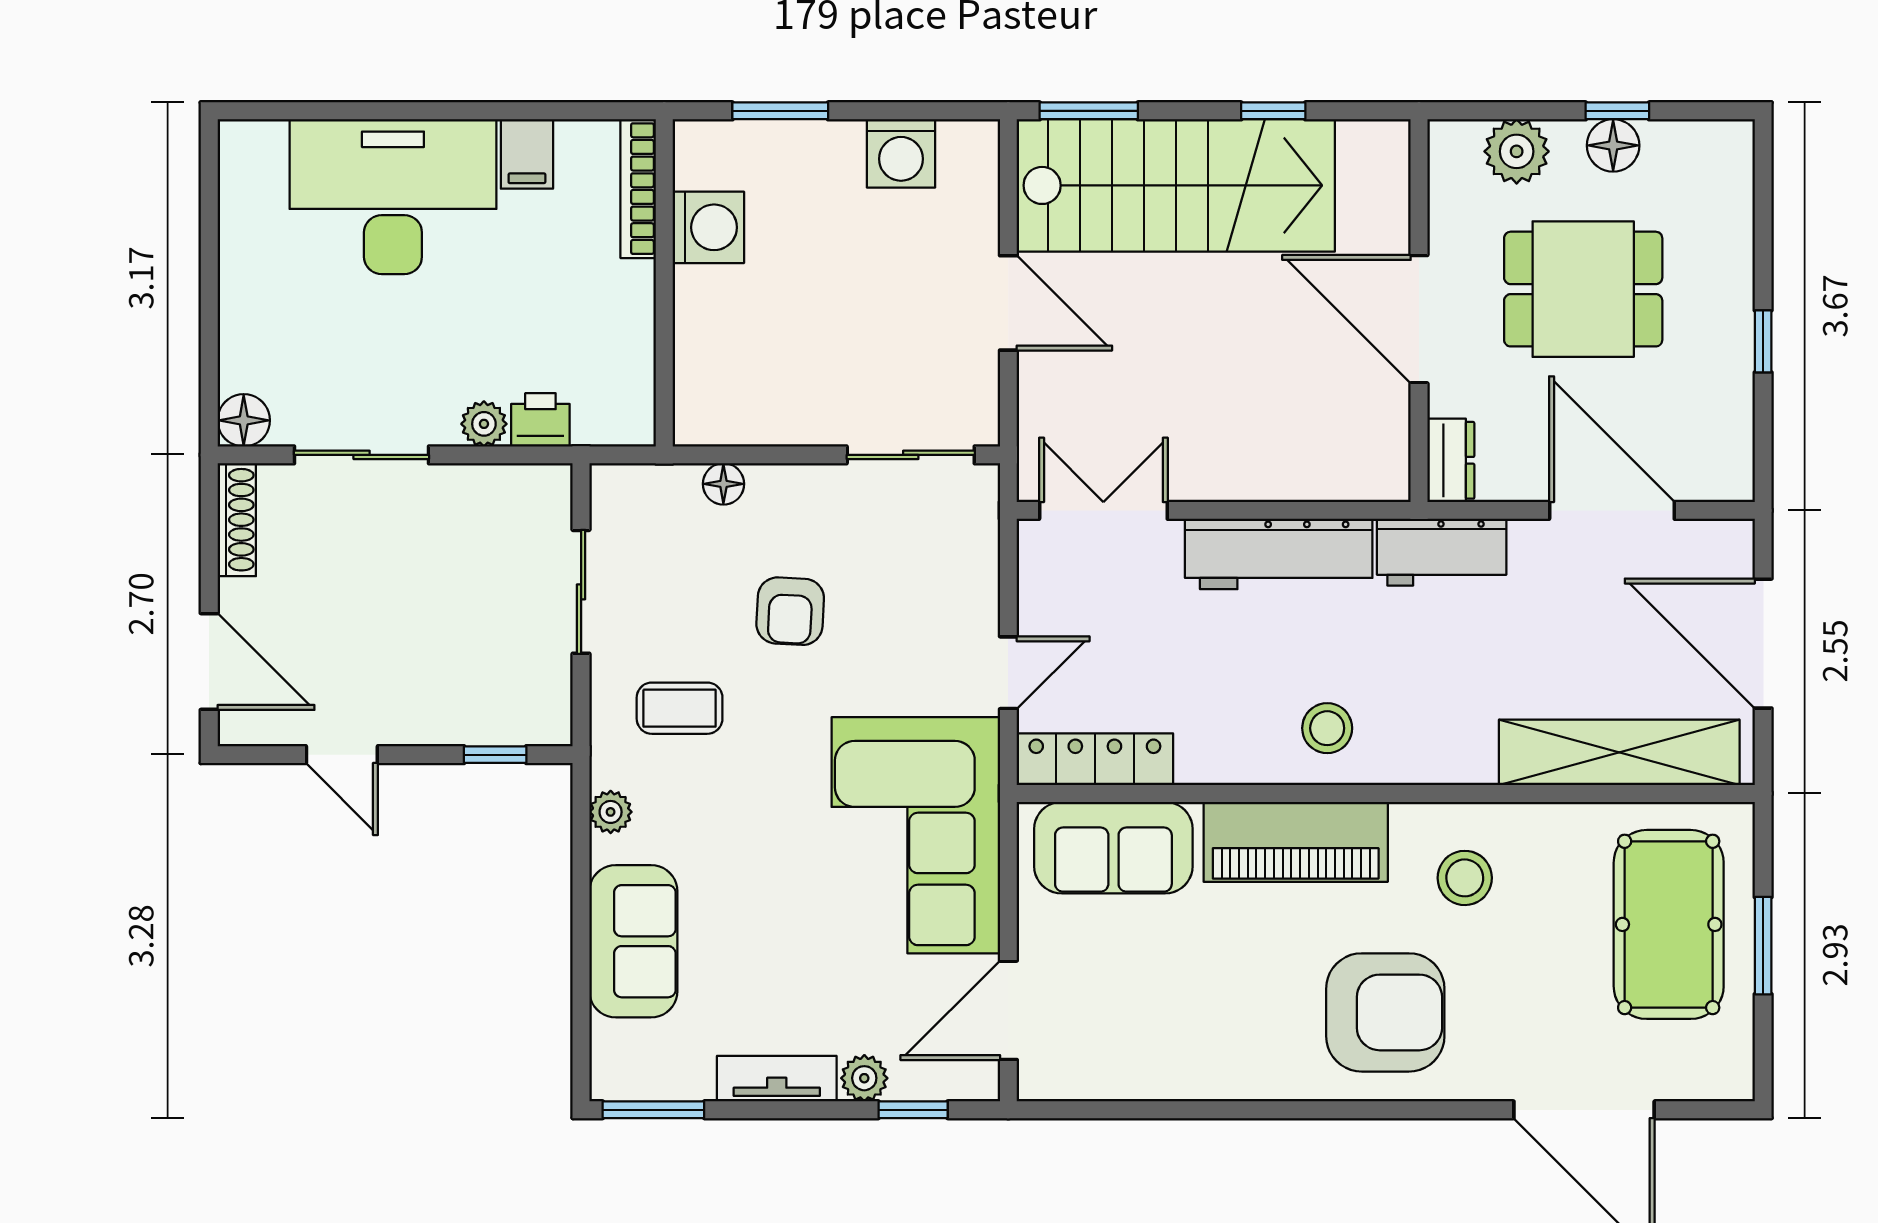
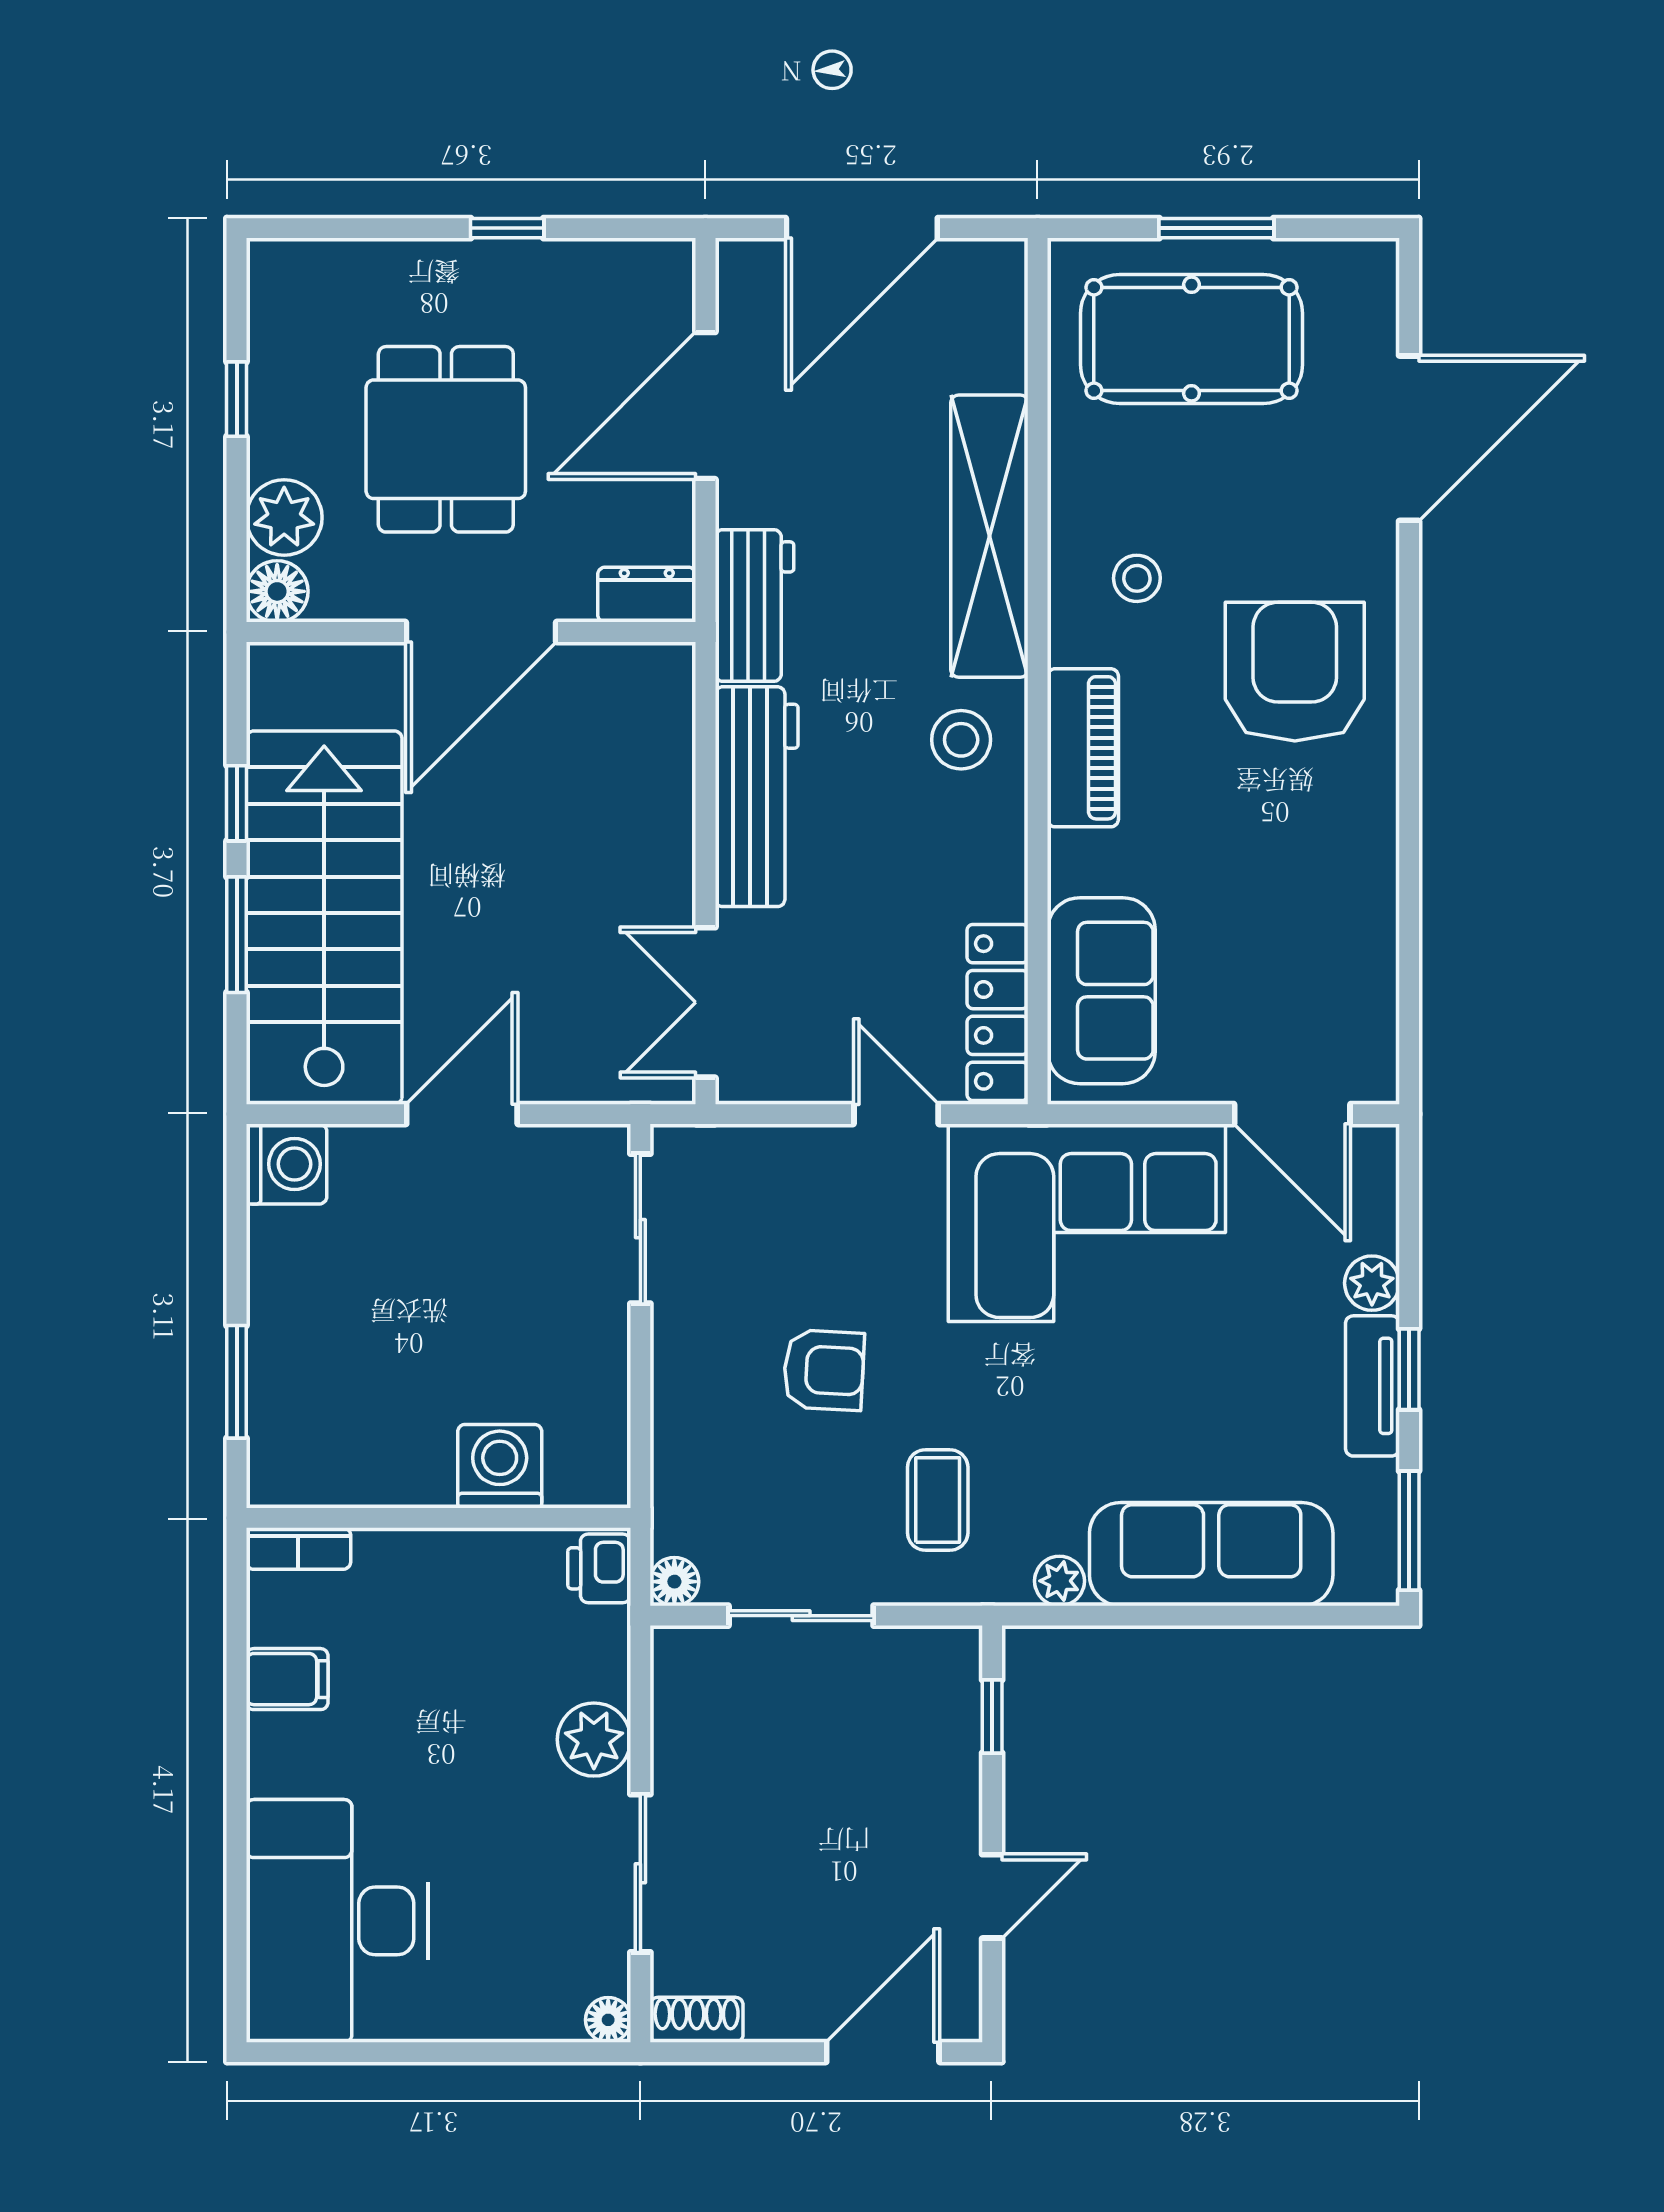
window: (1089, 111) -> (237, 935), moved
floor lamp: (1613, 145) -> (277, 591), moved
washing machine: (901, 153) -> (286, 1164), moved
bookcase: (638, 189) -> (298, 1549), width x0.64
desk: (393, 197) -> (337, 1921), moved
washing machine: (708, 227) -> (500, 1466), moved
floor lamp: (244, 420) -> (608, 2020), width x0.73, depth x0.73
printer: (540, 420) -> (599, 1568), moved
plant: (484, 424) -> (594, 1740), width x1.38, depth x1.38
floor lamp: (723, 484) -> (674, 1582), moved
shoe rack: (237, 520) -> (697, 2020), width x0.70
shelving: (1619, 752) -> (989, 536), moved
piano: (1296, 842) -> (1083, 748), width x0.73, depth x0.75
stool: (1465, 878) -> (1137, 578), width x0.73, depth x0.73
sofa: (633, 941) -> (1211, 1554), width x1.36
window: (913, 1110) -> (1409, 1369), moved

